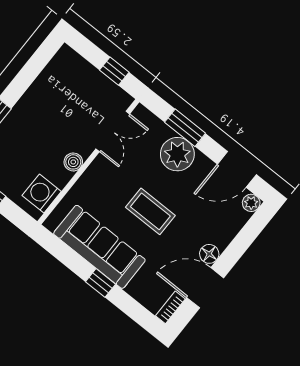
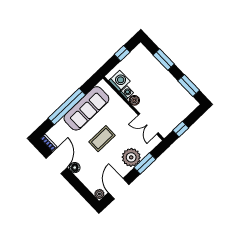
window: (34, 67) -> (189, 85), added
washing machine: (61, 177) -> (127, 93), added
window: (101, 283) -> (67, 106), width x3.17

